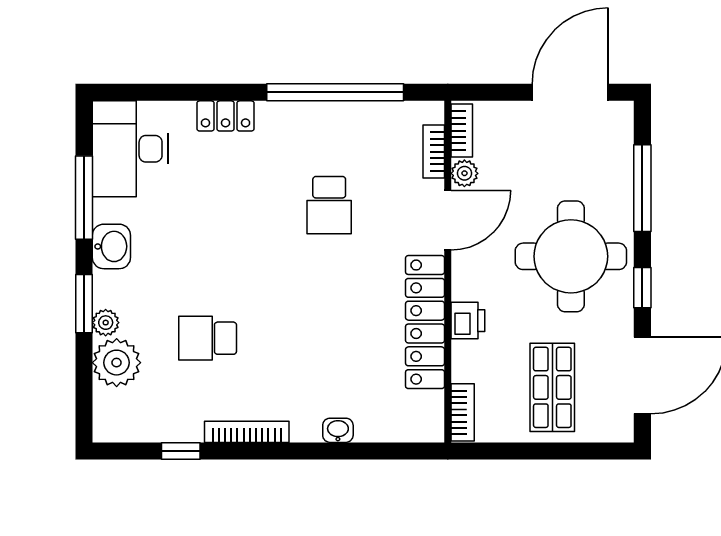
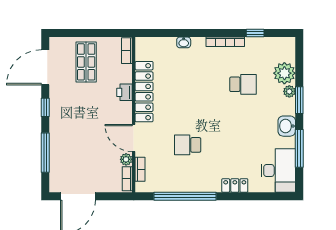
school desk: (329, 205) -> (188, 145), turned -90
door: (448, 220) -> (134, 138), hinge flipped
round table: (571, 256) -> (78, 122), removed

